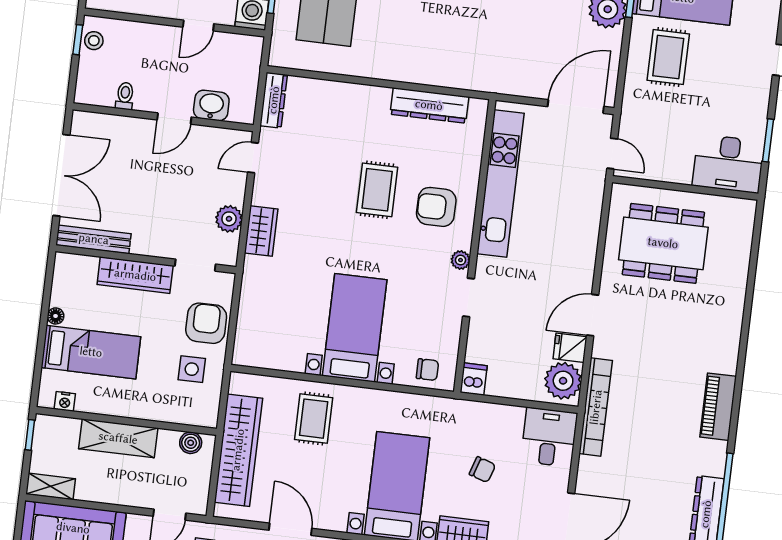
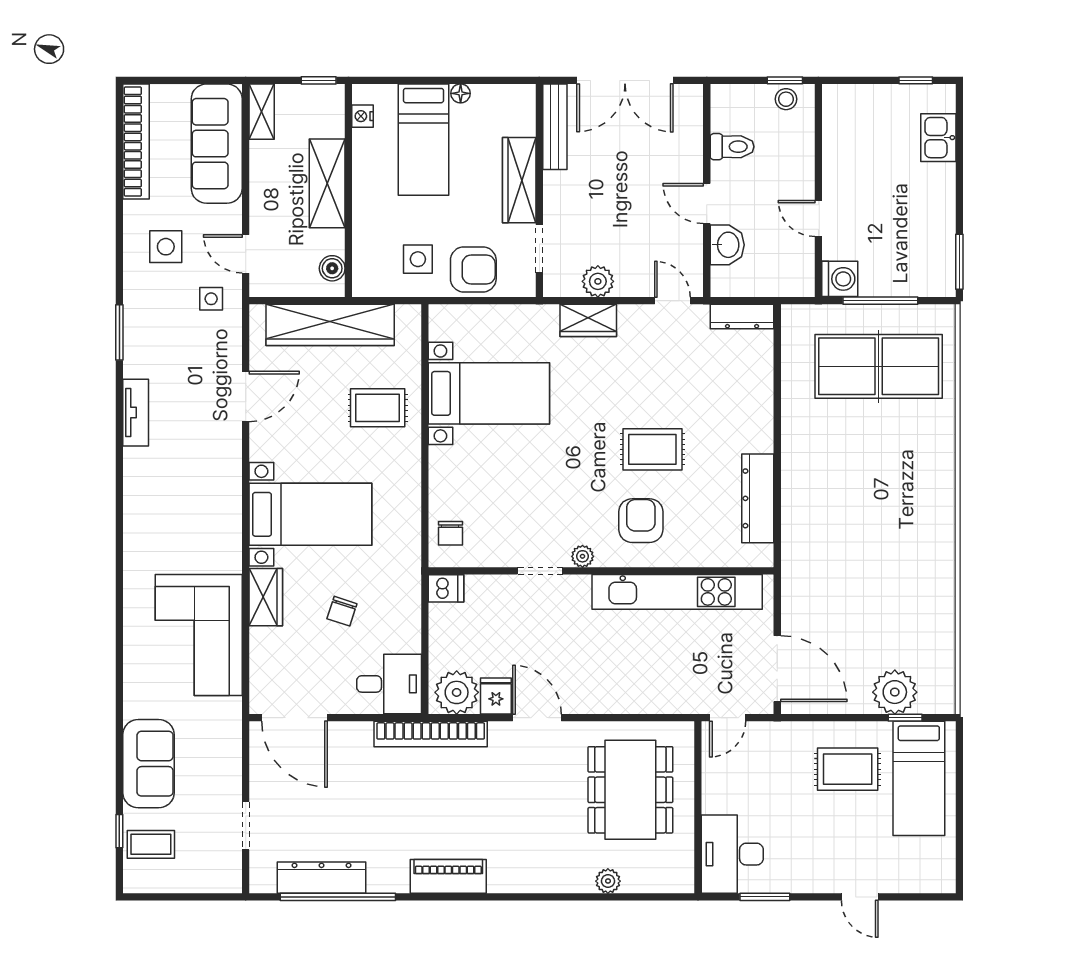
toilet: (125, 96) -> (732, 147), width x1.37, depth x1.39
plant: (738, 272) -> (608, 881), added
bed with nightstands: (355, 328) -> (489, 393), moved

